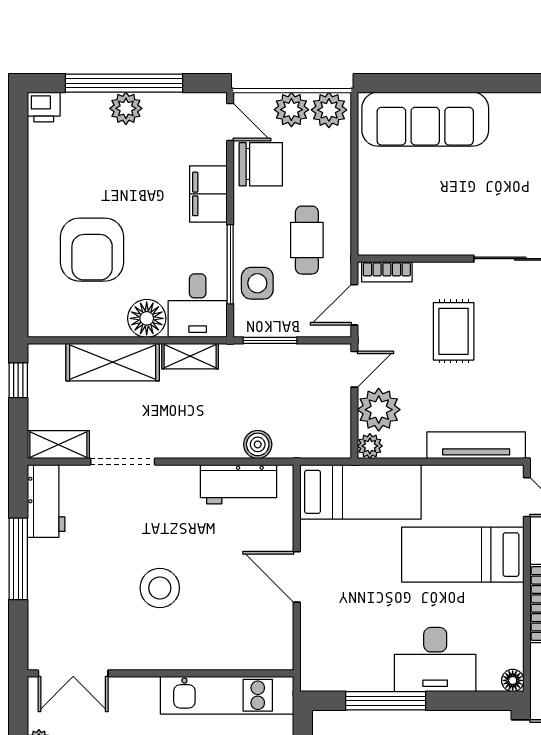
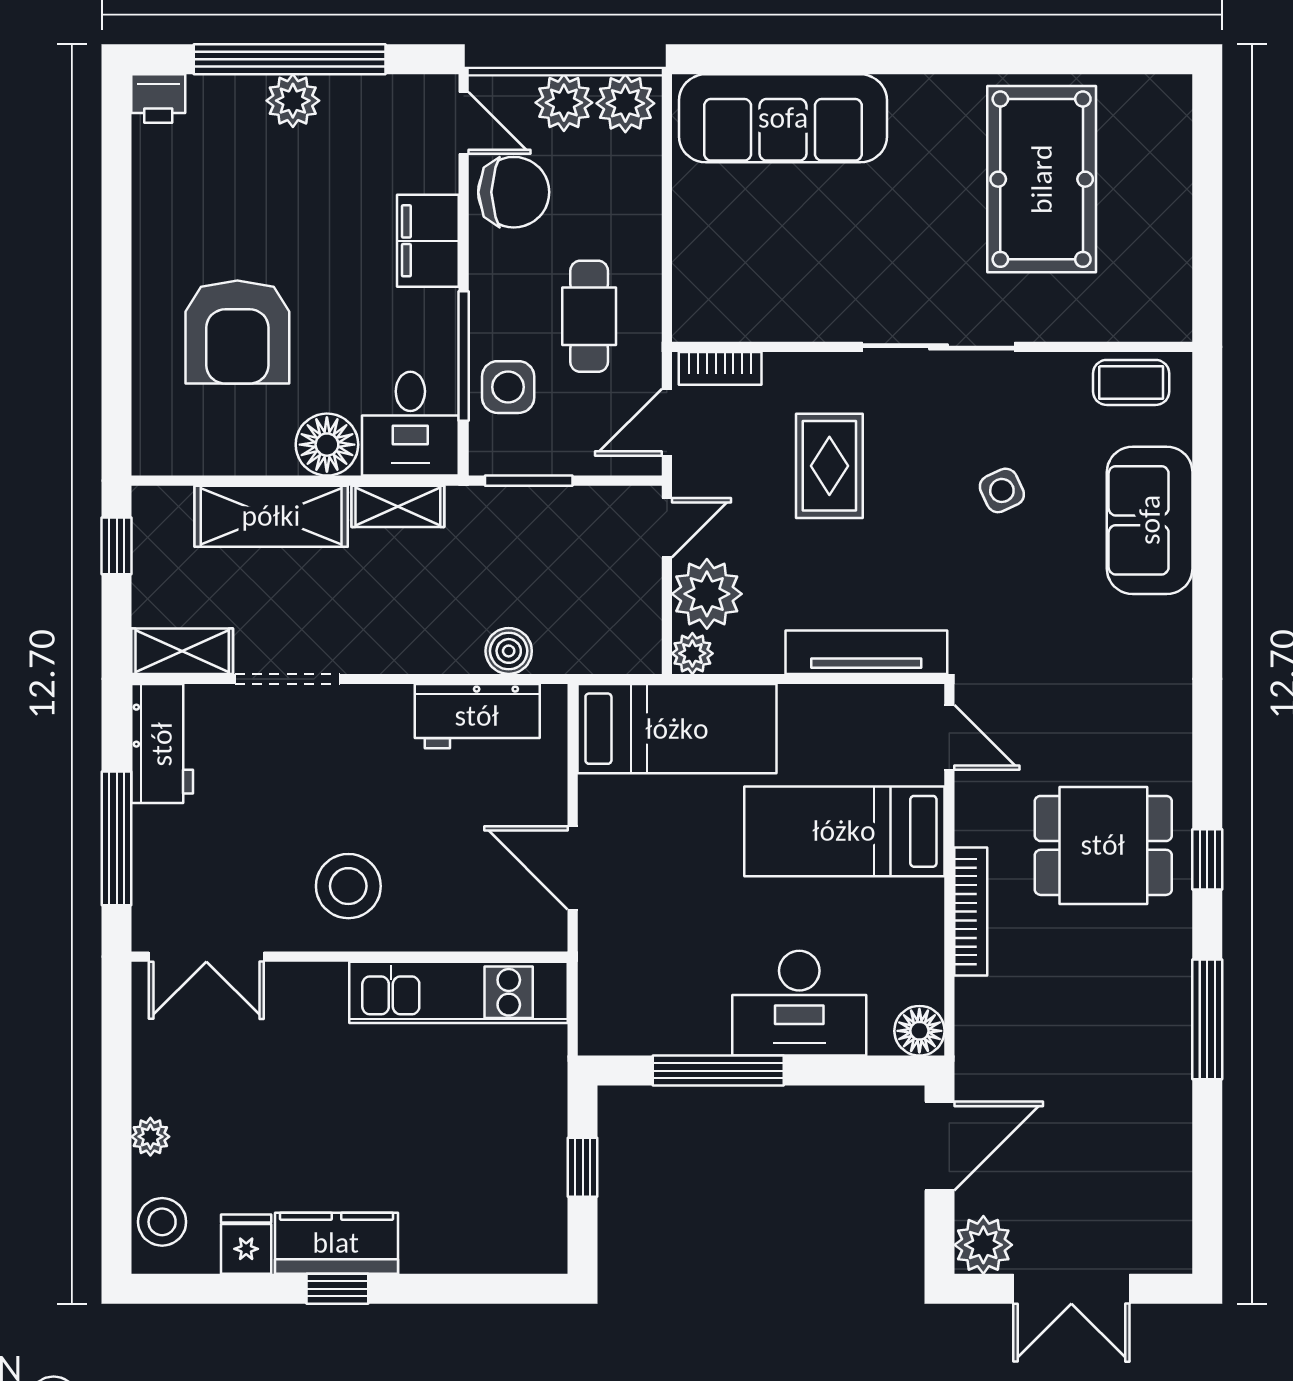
double door: (73, 673) -> (206, 957), moved
wall: (161, 673) -> (350, 957), moved
floor lamp: (513, 680) -> (919, 1031), width x1.37, depth x1.37
kitchen unit: (227, 695) -> (458, 992), moved

